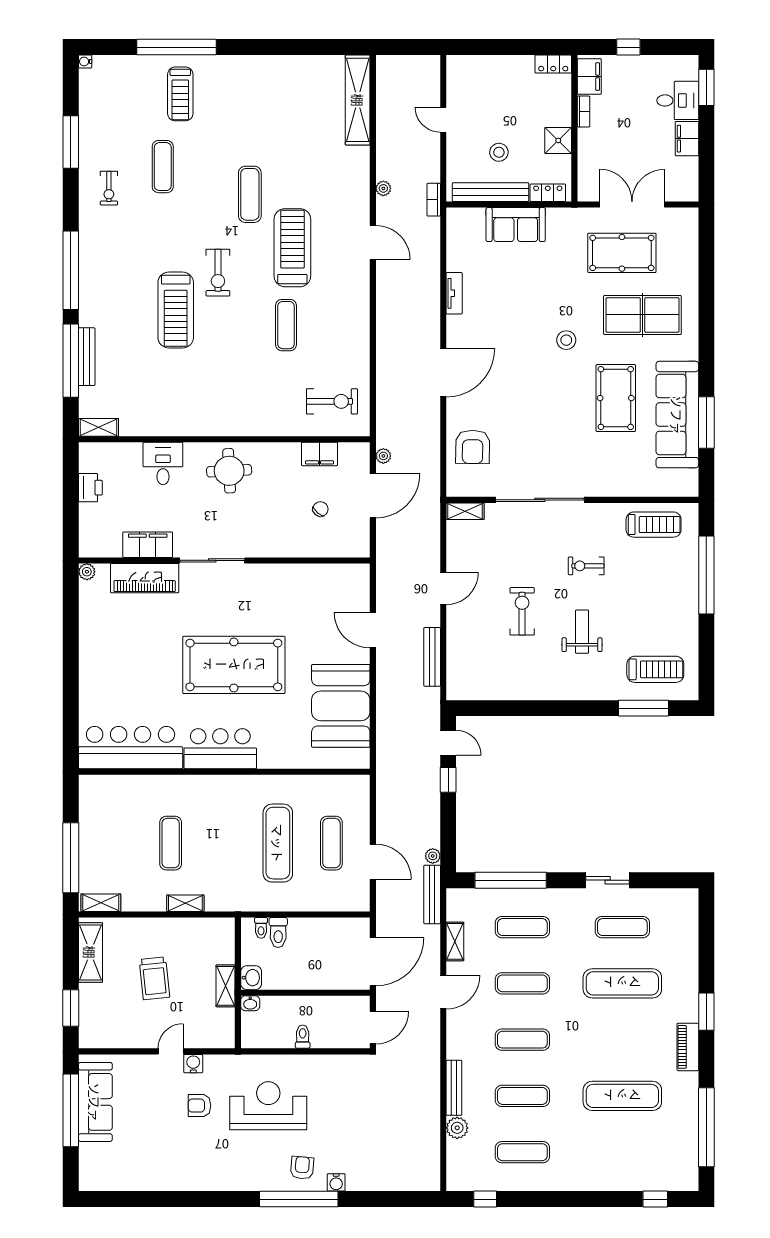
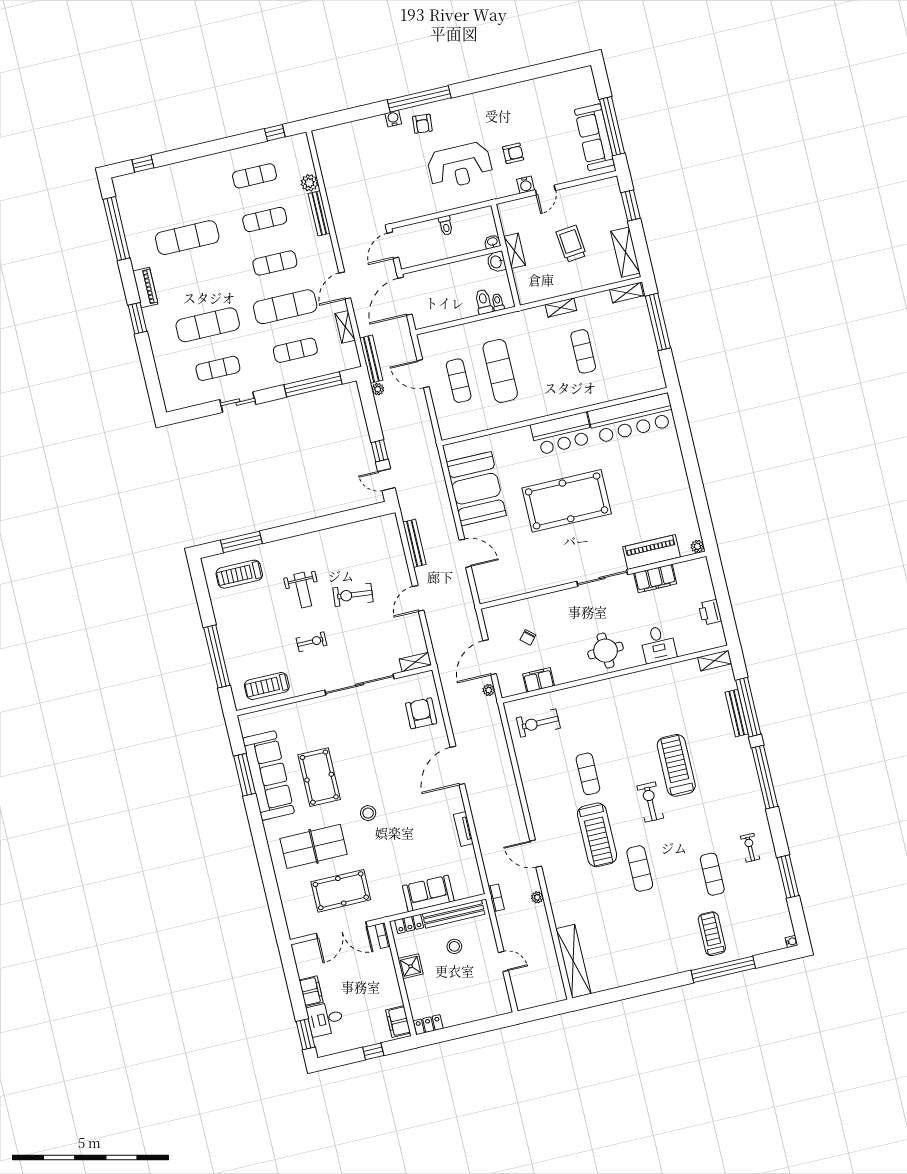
bookcase: (583, 112) -> (383, 936), moved
exercise bike: (522, 611) -> (353, 595), turned 96
exercise mat: (522, 983) -> (285, 307), width x1.36, depth x1.45

